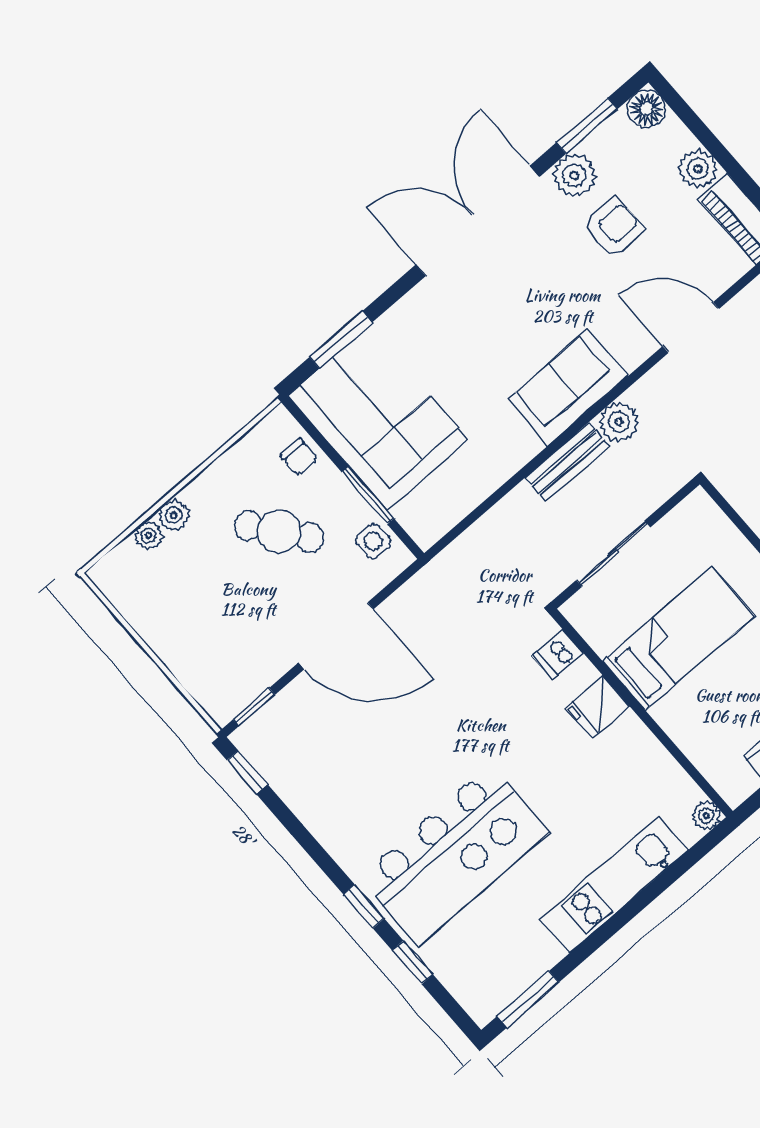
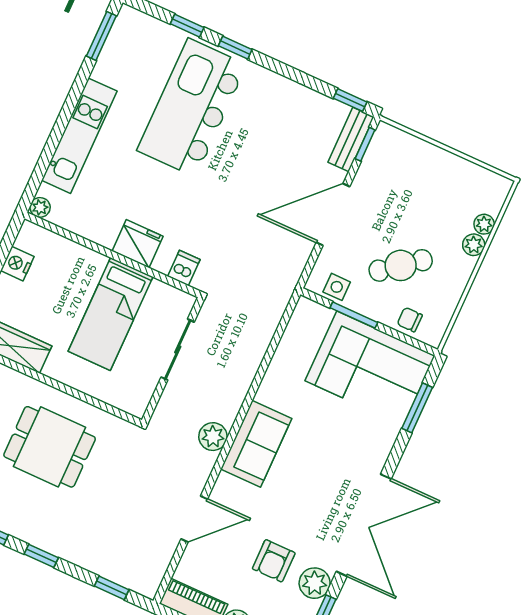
bench: (567, 462) -> (351, 140), moved
fridge: (598, 707) -> (138, 244), width x1.38

